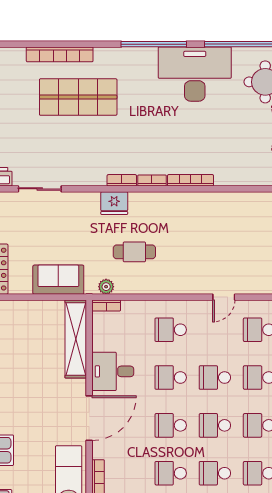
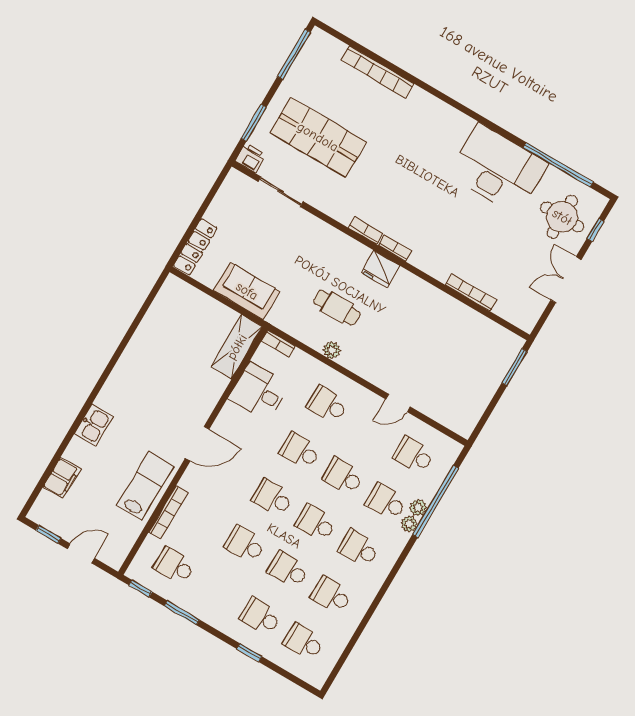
window: (154, 44) -> (475, 116), removed
shop shelf: (78, 97) -> (318, 137), moved
bookcase: (190, 180) -> (471, 292), moved
fridge: (114, 203) -> (381, 269), moved
plant: (106, 287) -> (332, 350), moved
shelving: (76, 339) -> (237, 347), width x0.68
desk: (113, 371) -> (259, 392), moved
door: (89, 418) -> (197, 444), width x0.73

